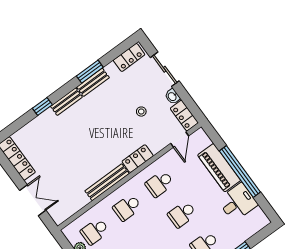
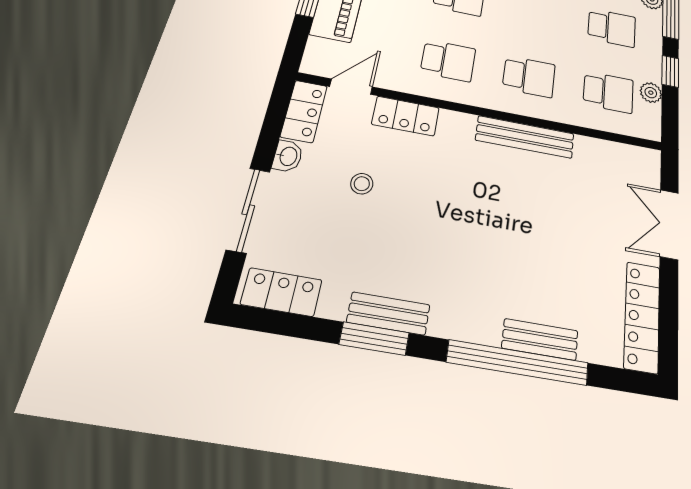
bench: (66, 102) -> (540, 339), moved
window: (42, 106) -> (518, 362), width x3.17
locker: (138, 159) -> (405, 116), moved

